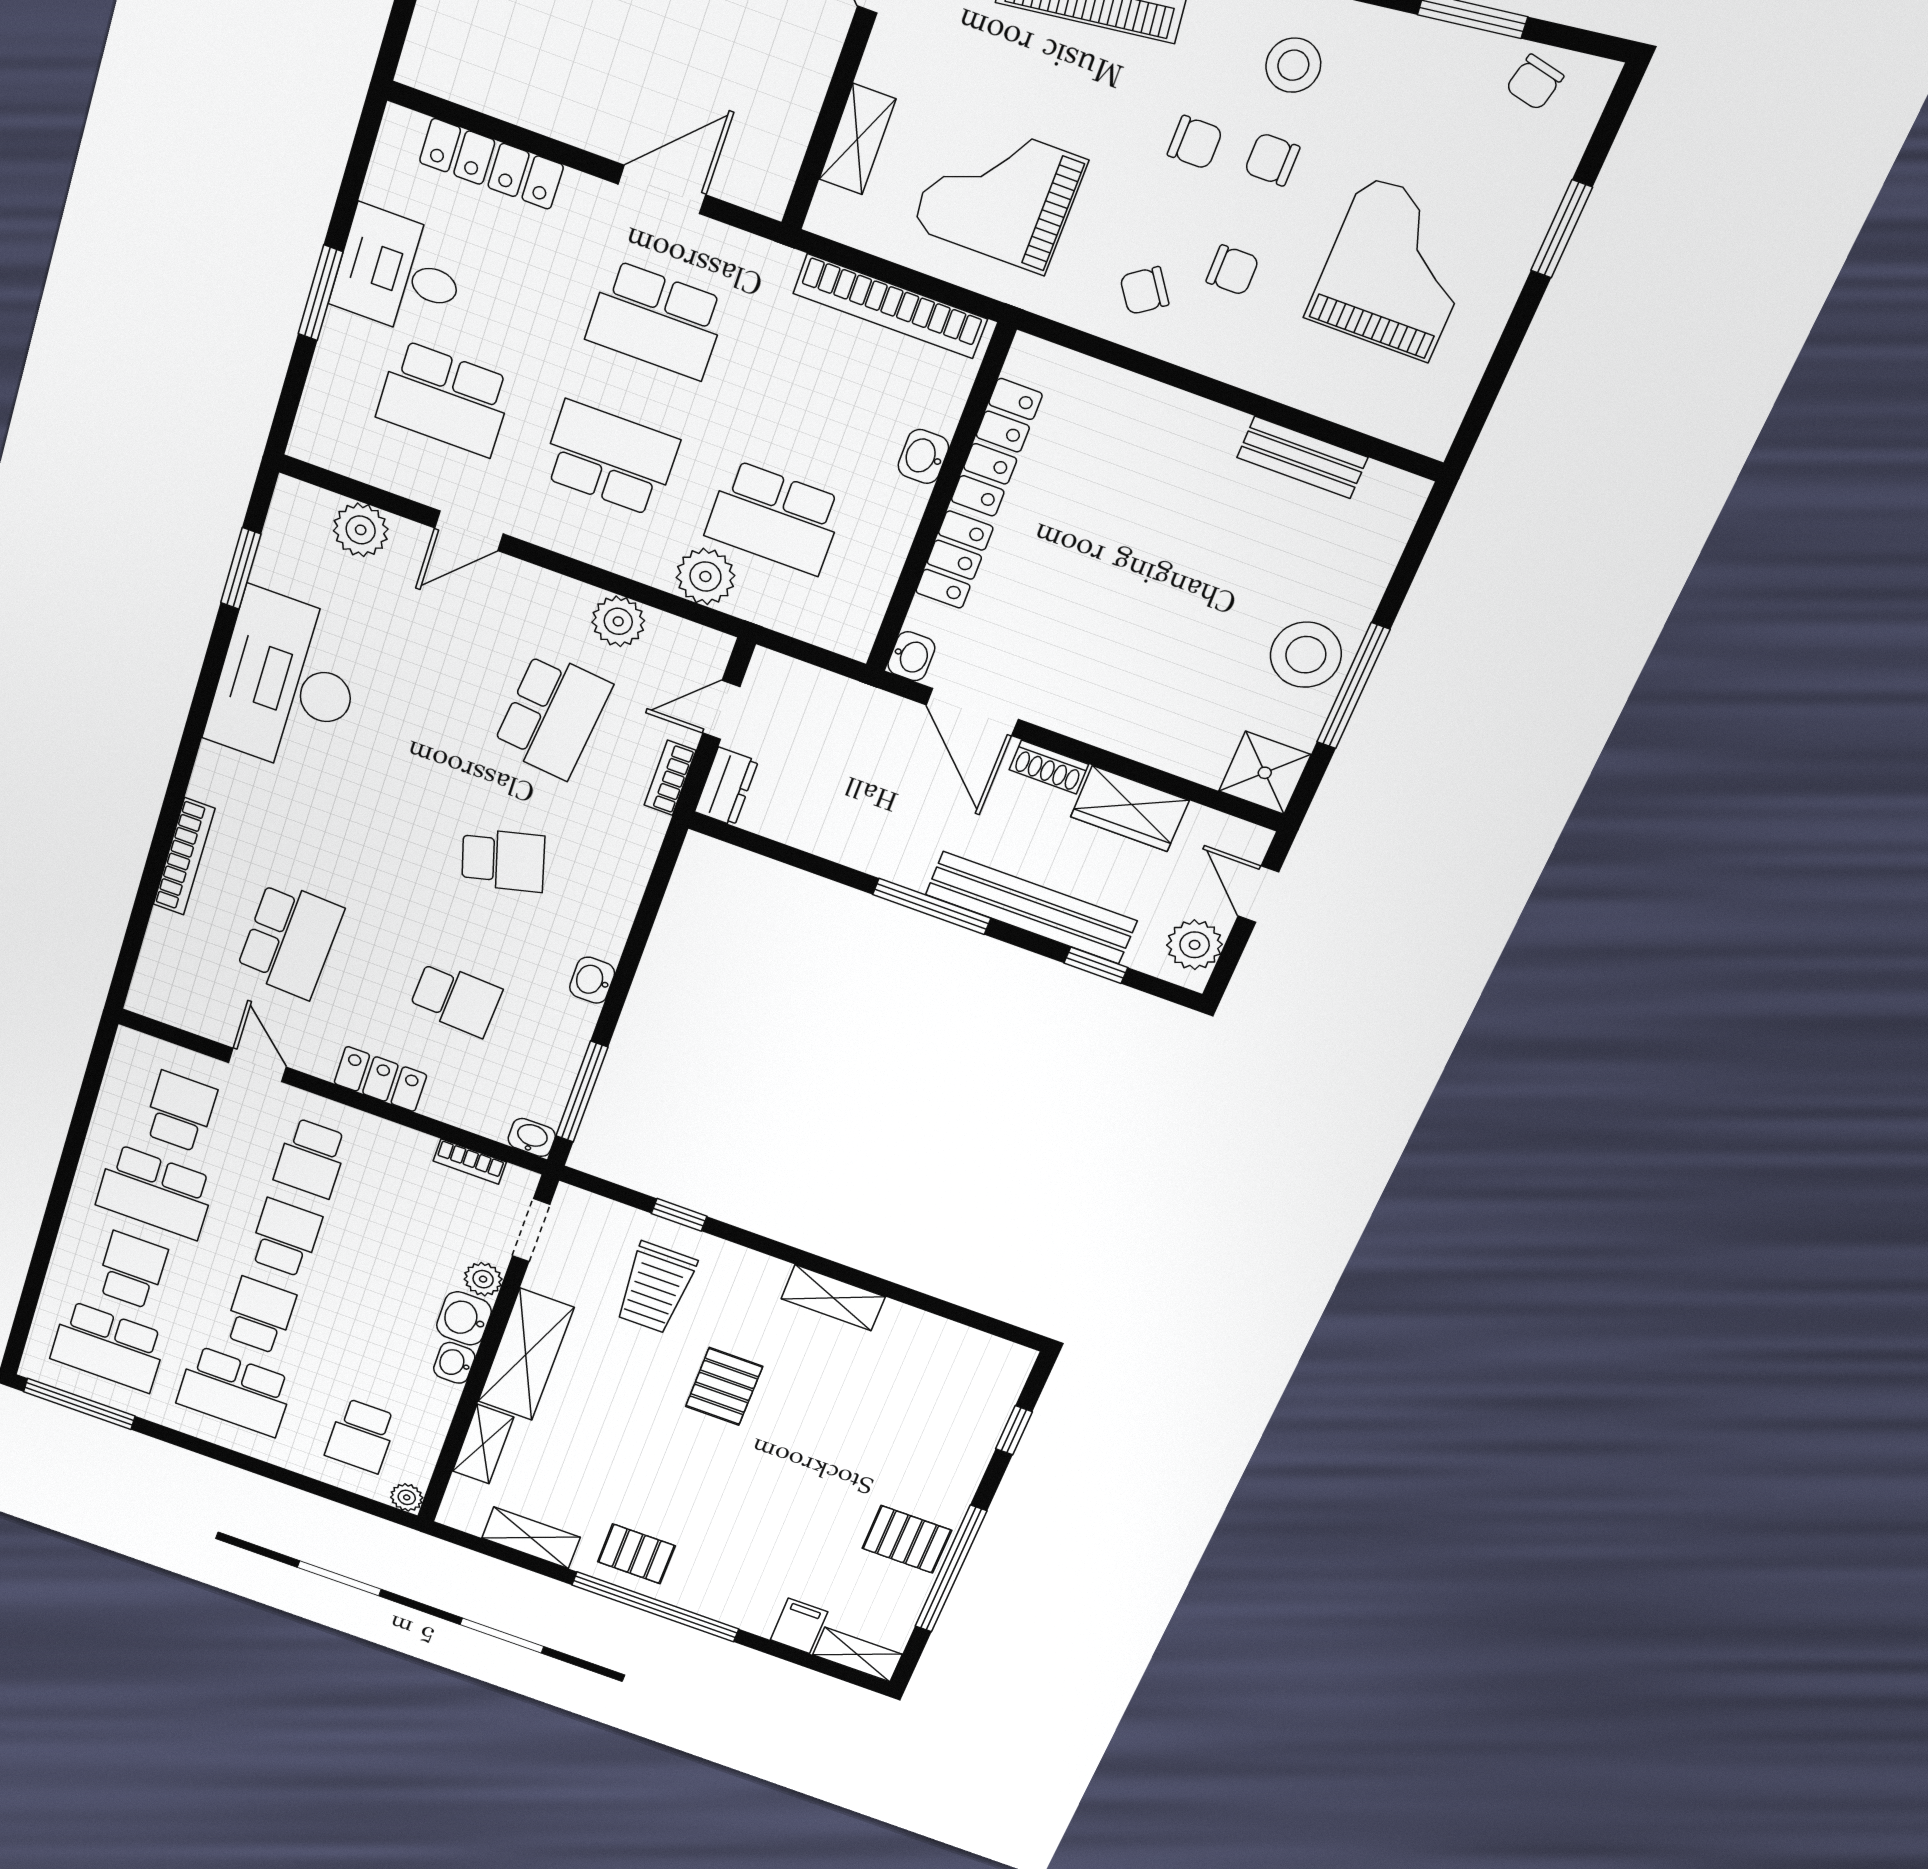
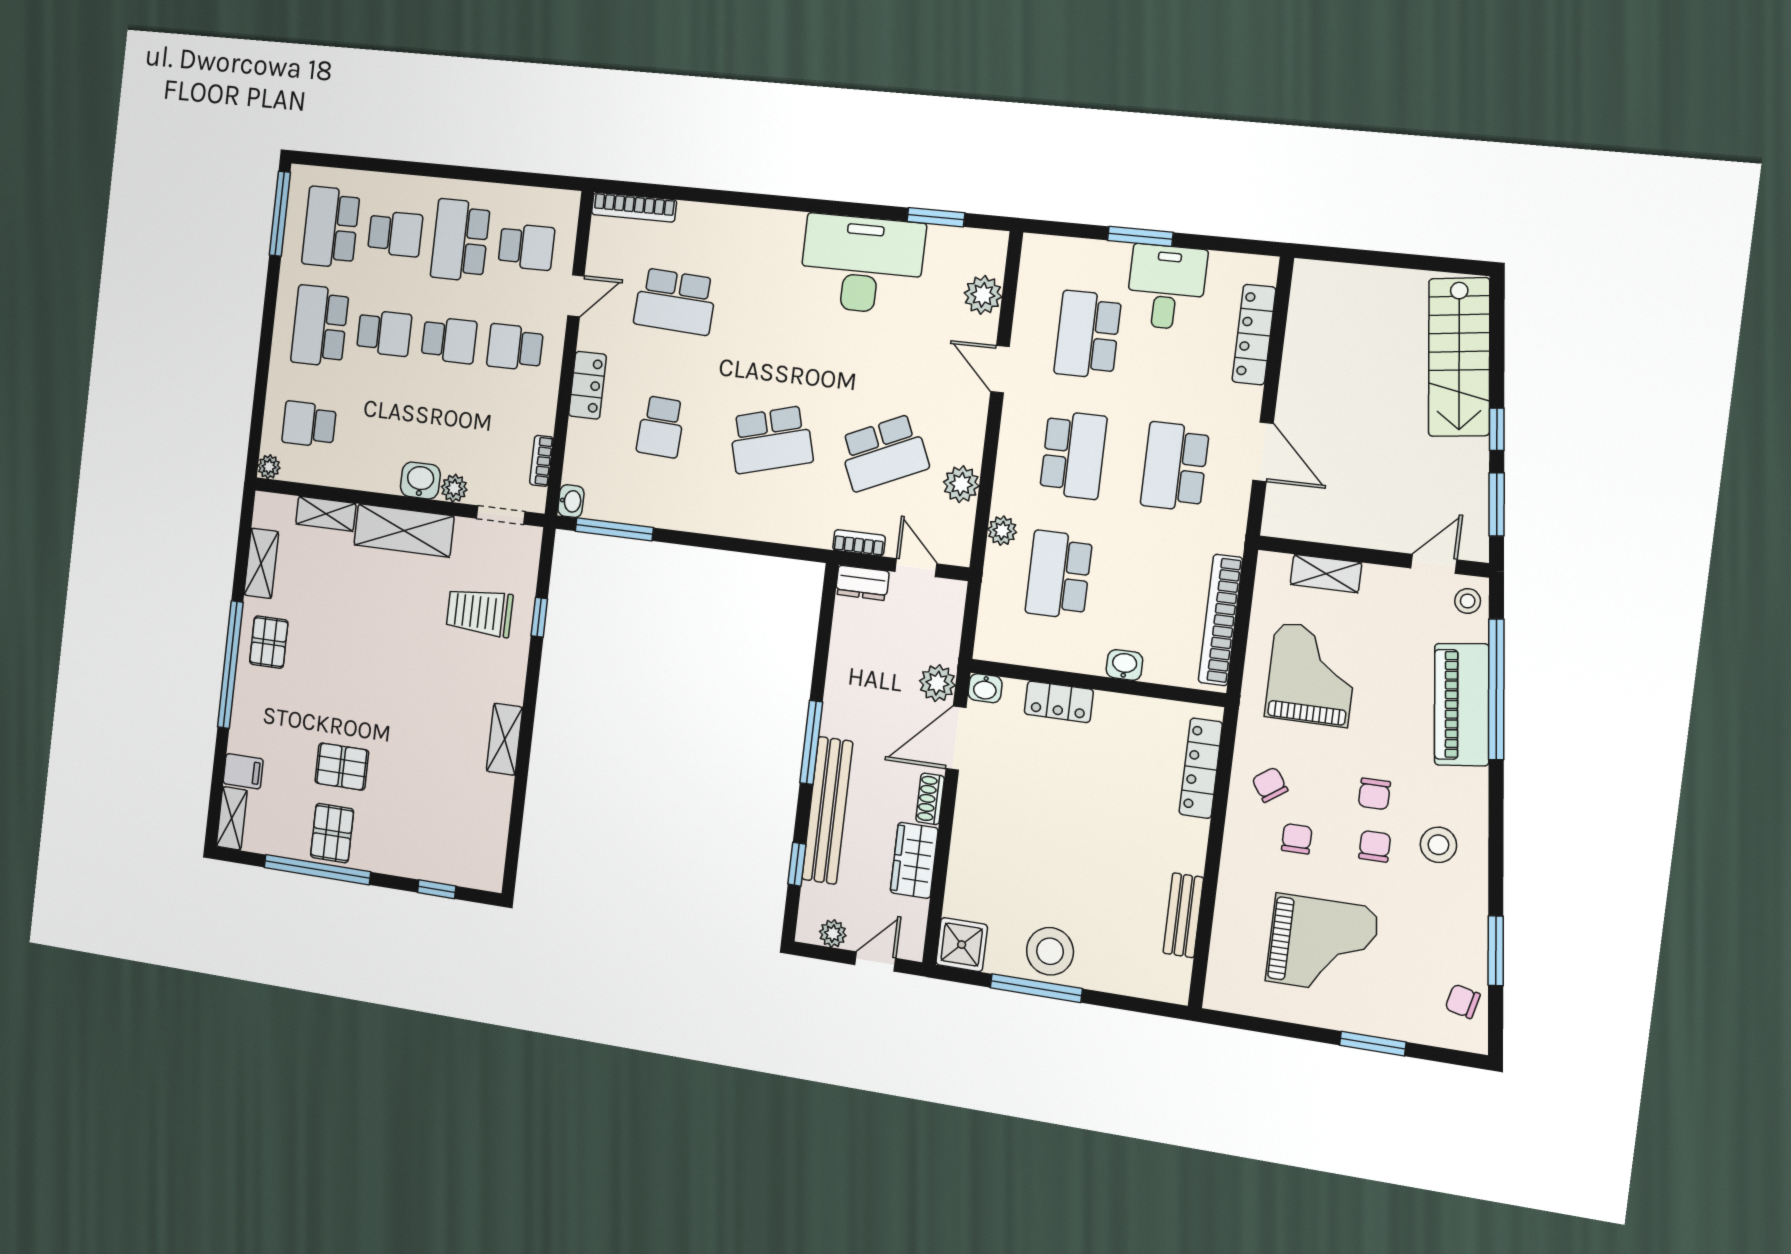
chair: (1233, 270) -> (1297, 839), turned 180
locker: (996, 448) -> (1201, 768), moved, turned 90
plant: (705, 576) -> (1002, 531), width x0.73, depth x0.73
school desk: (553, 715) -> (884, 453), turned -30
plant: (889, 719) -> (937, 683), added
bookcase: (184, 856) -> (634, 207), moved
school desk: (503, 860) -> (771, 440), width x1.85
plant: (1195, 945) -> (833, 934), width x0.73, depth x0.73
washbasin: (592, 980) -> (699, 520), removed
washbasin: (454, 1363) -> (384, 480), removed
pallet: (724, 1386) -> (342, 767), moved

